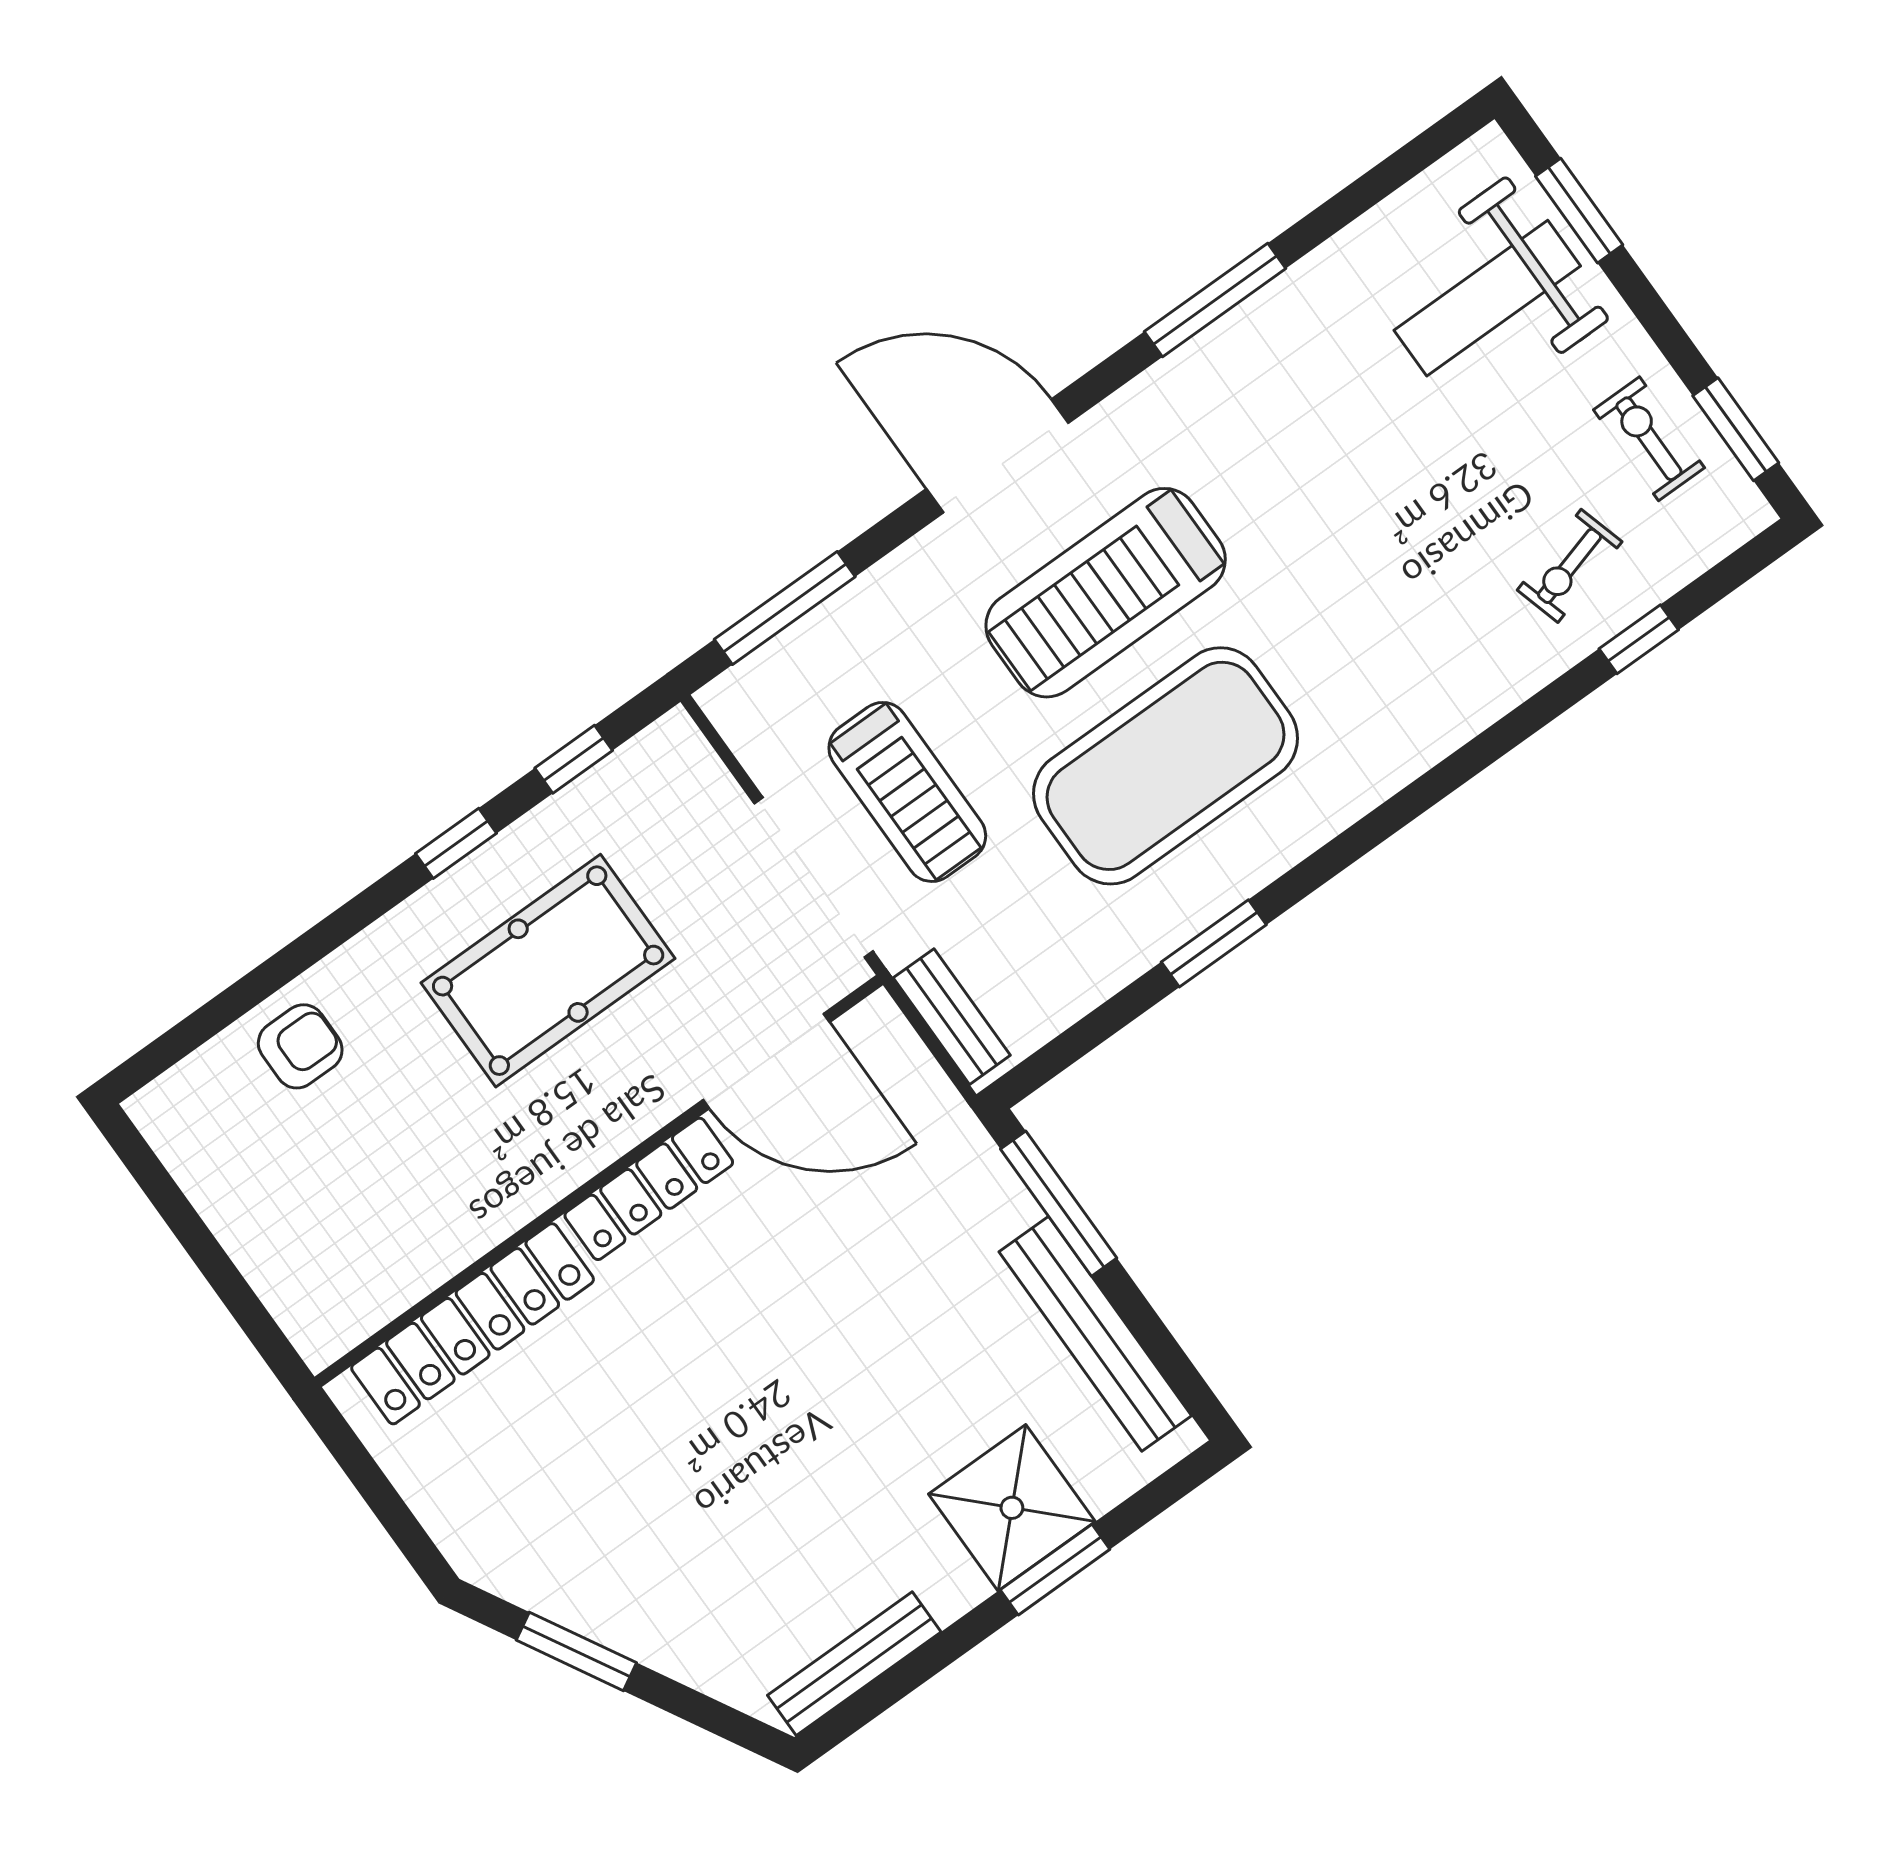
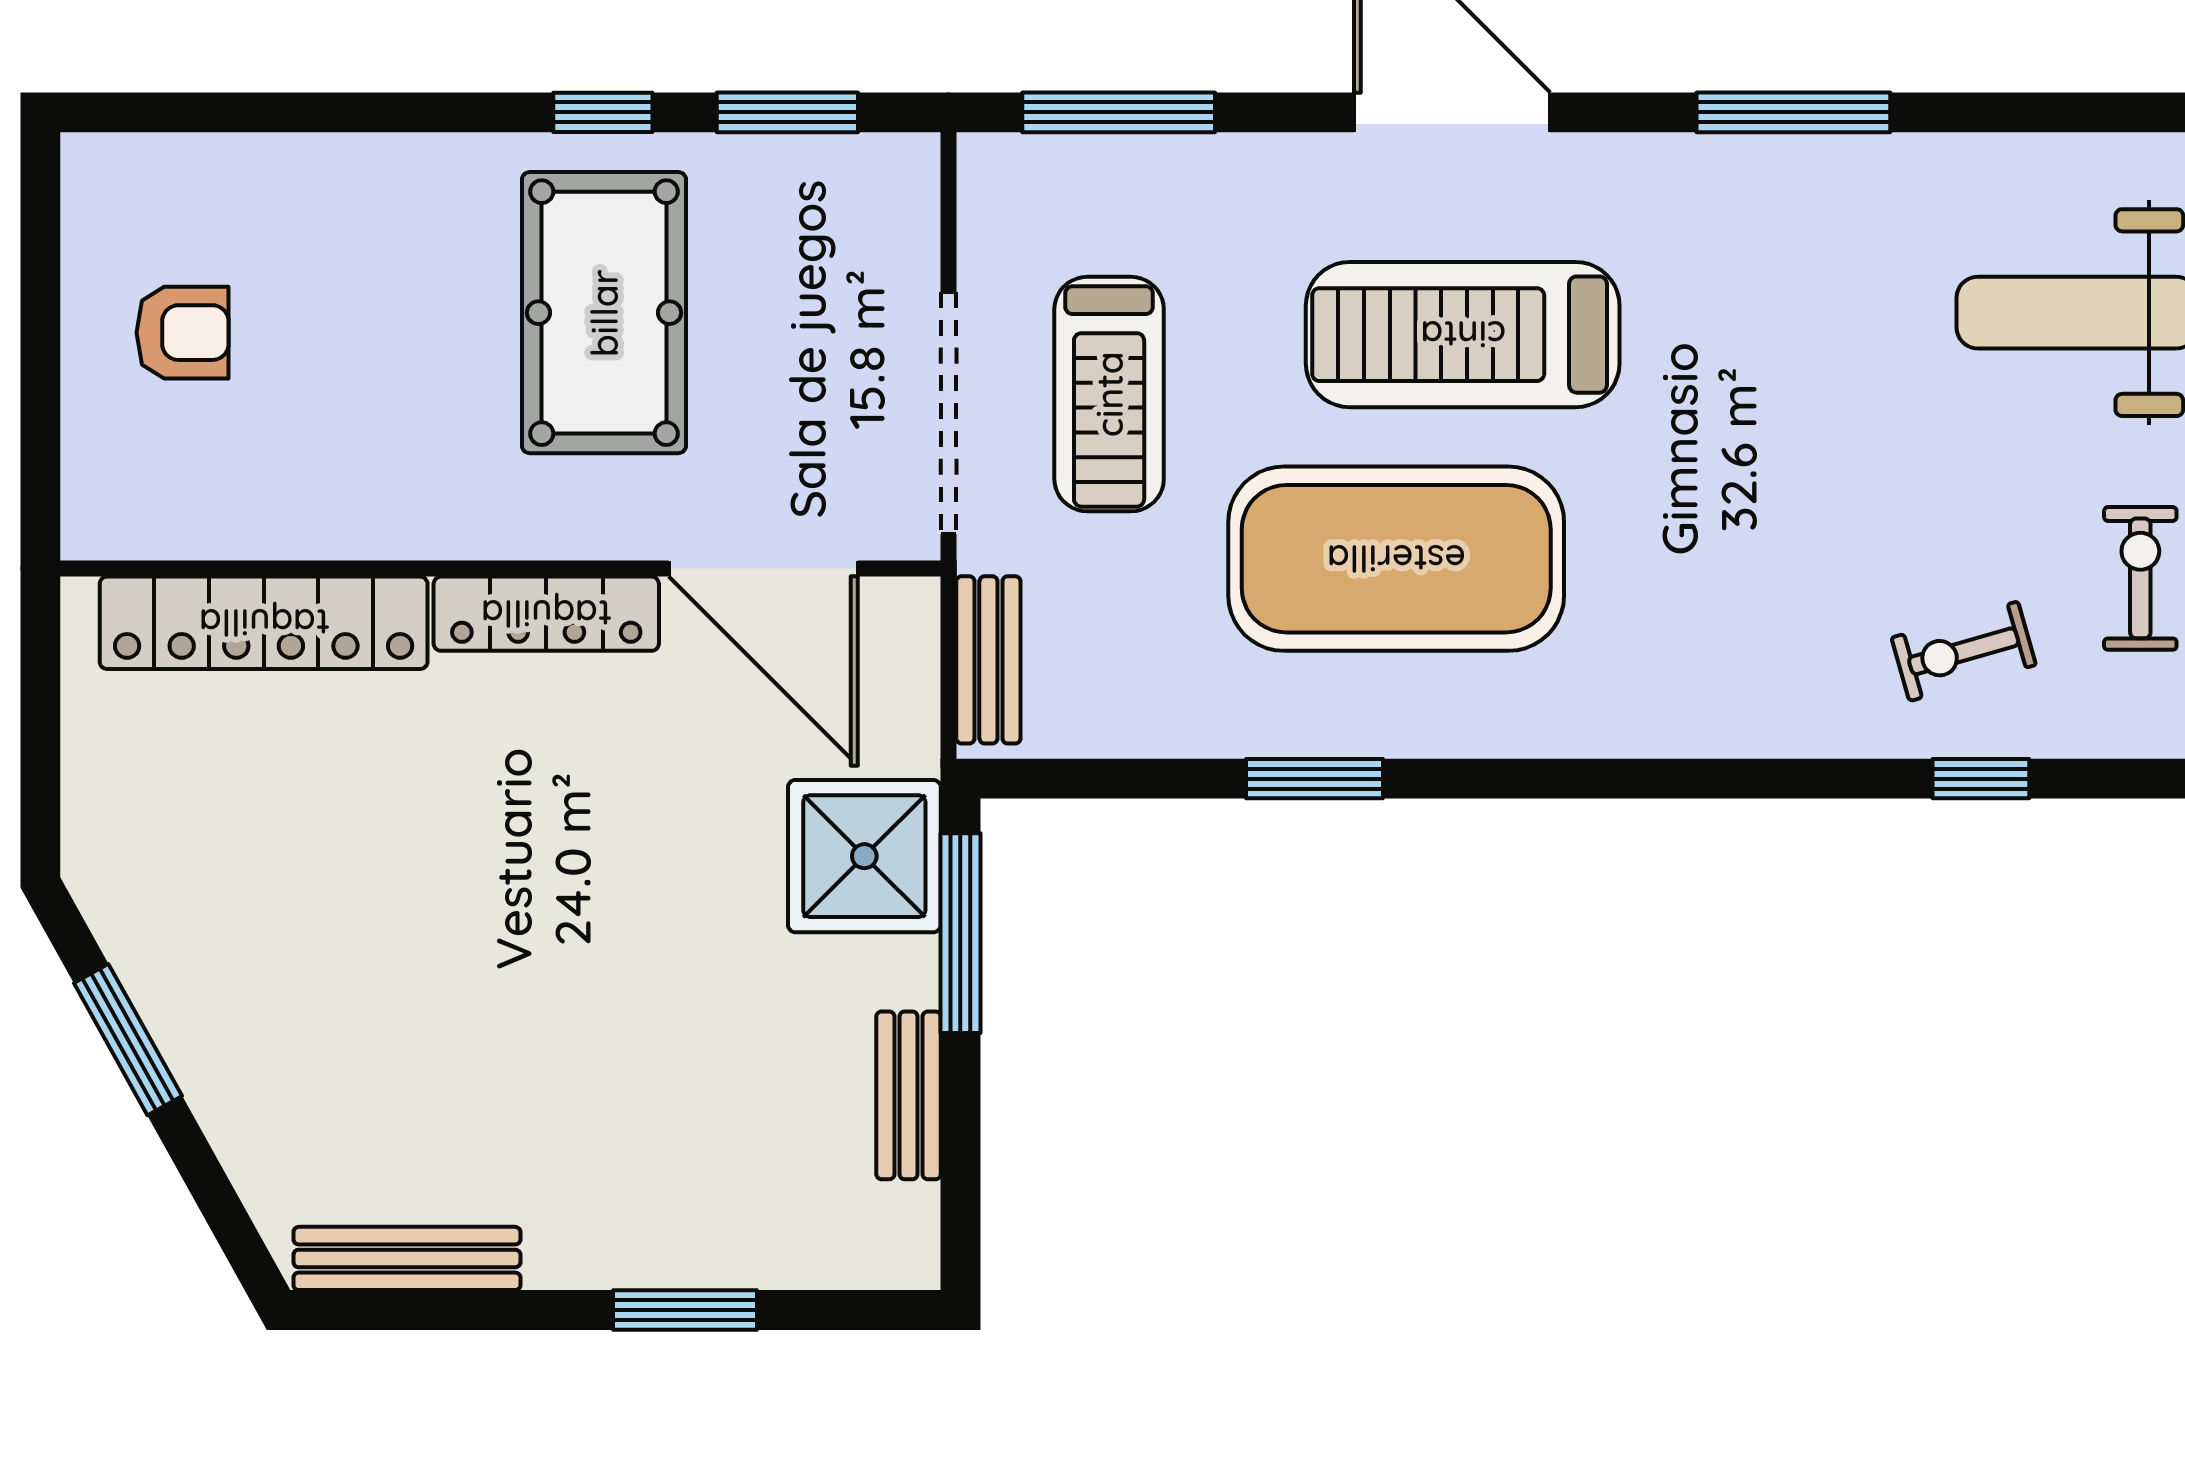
window: (574, 759) -> (787, 112), width x1.50
pool table: (548, 971) -> (604, 313), turned 90
armchair: (300, 1046) -> (183, 333), moved
bench: (1095, 1334) -> (909, 1095), width x0.54, depth x0.82
shower: (1012, 1508) -> (864, 856), moved

